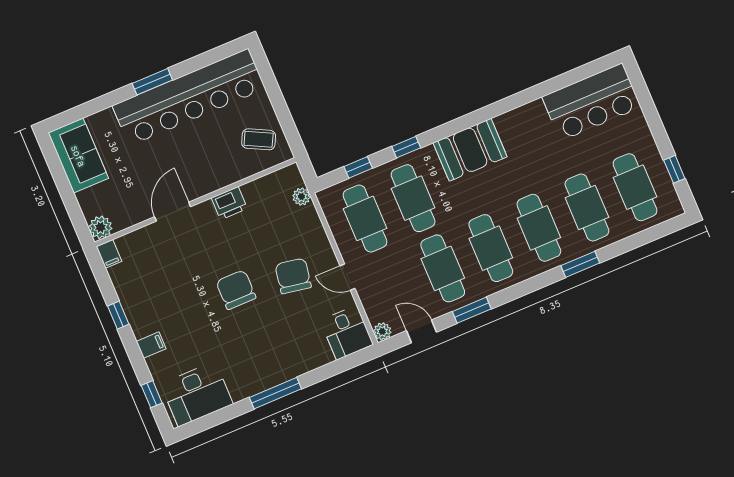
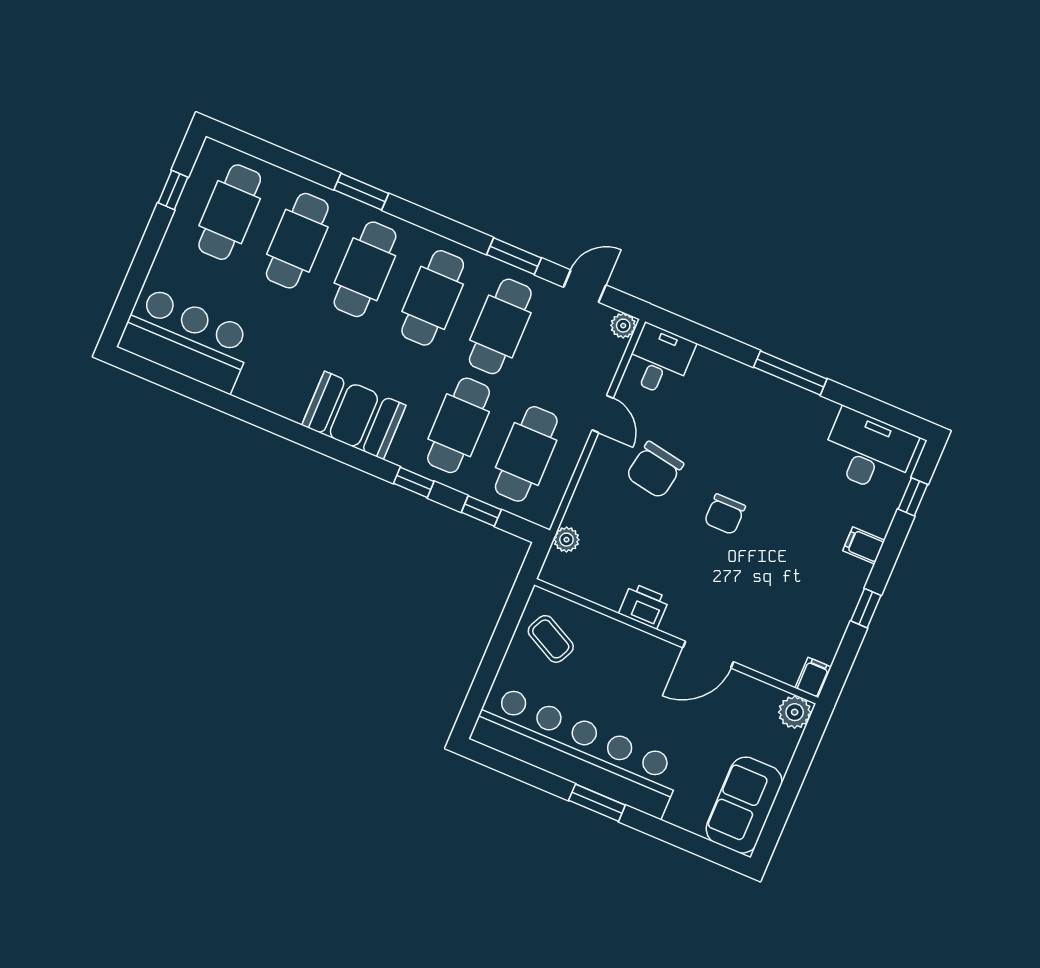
chair: (236, 290) -> (725, 514), width x0.73, depth x0.73
door: (421, 331) -> (585, 286), swing flipped

